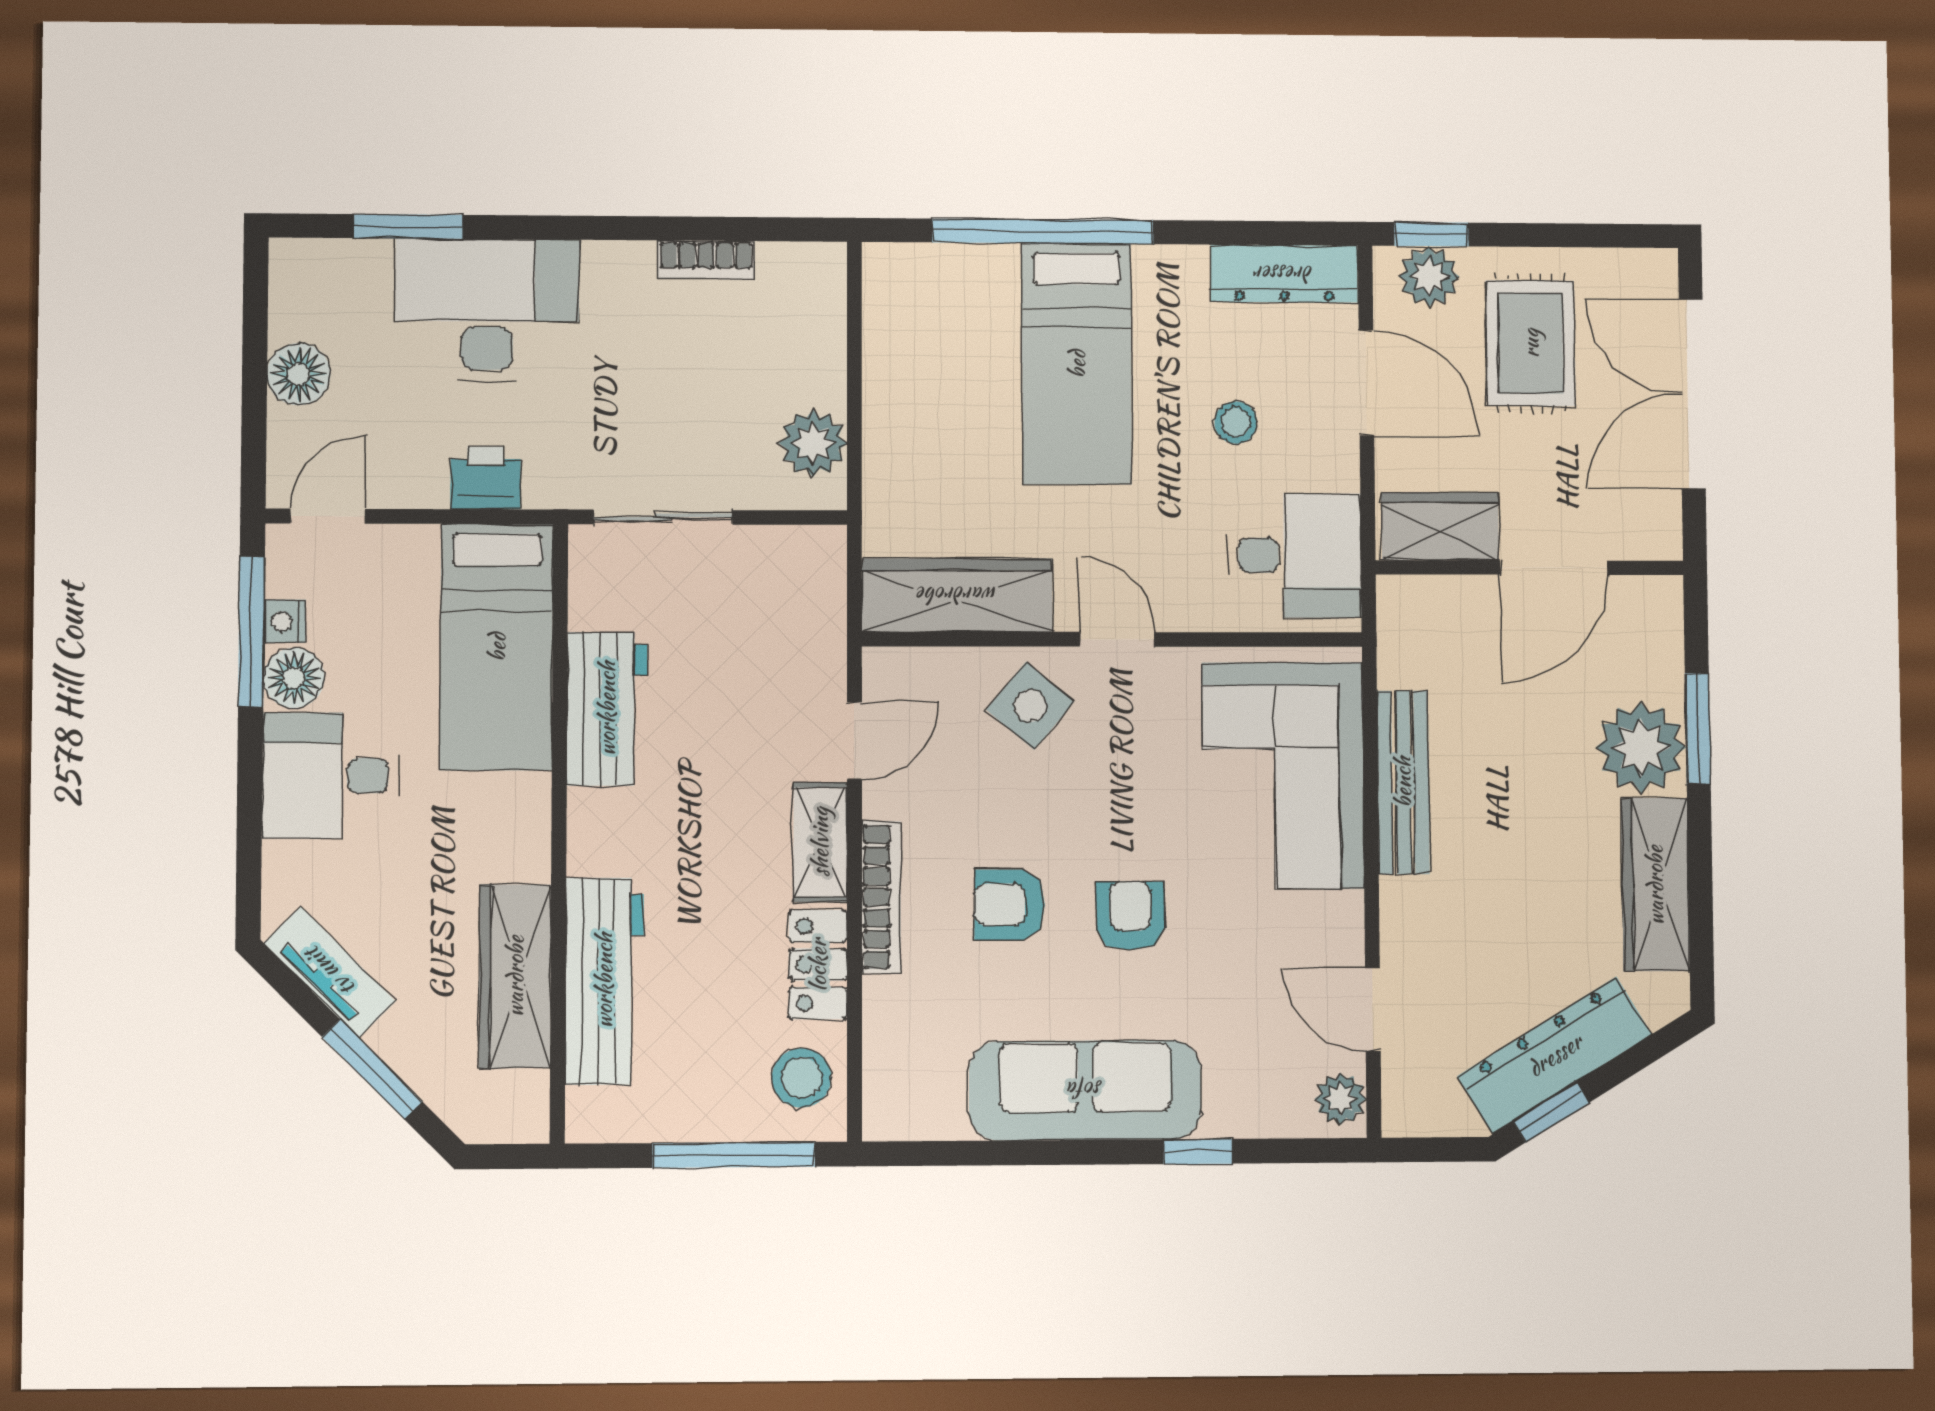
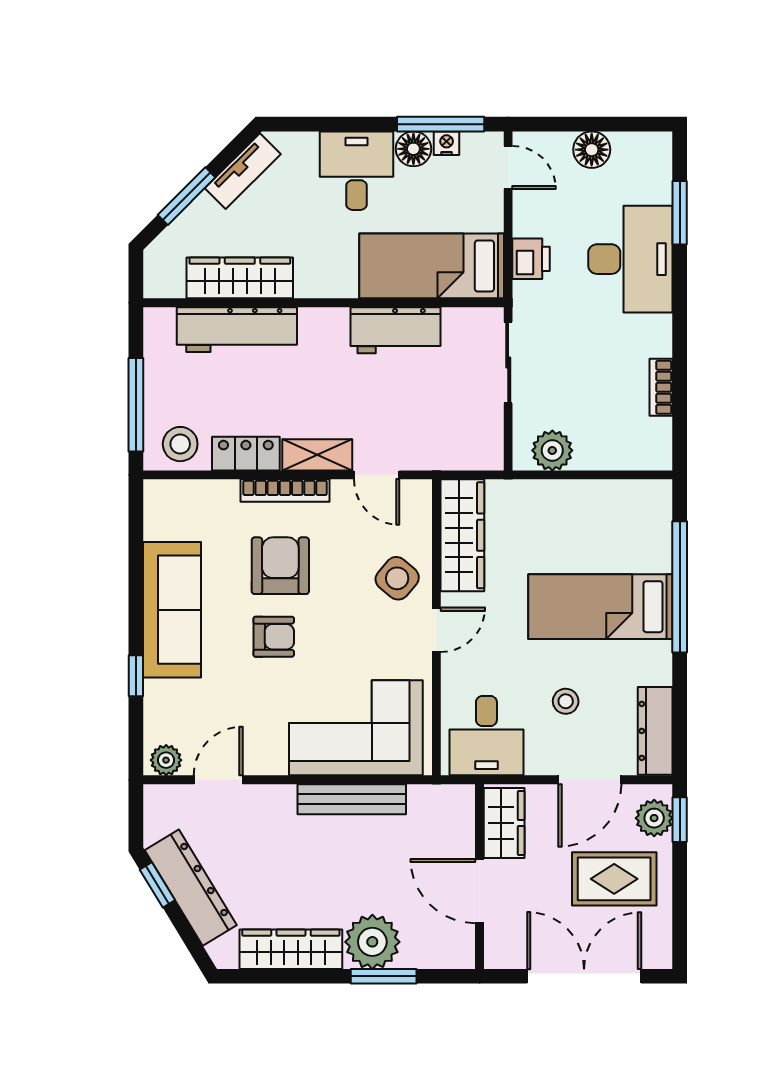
armchair: (1009, 905) -> (280, 566), width x1.38, depth x1.38

